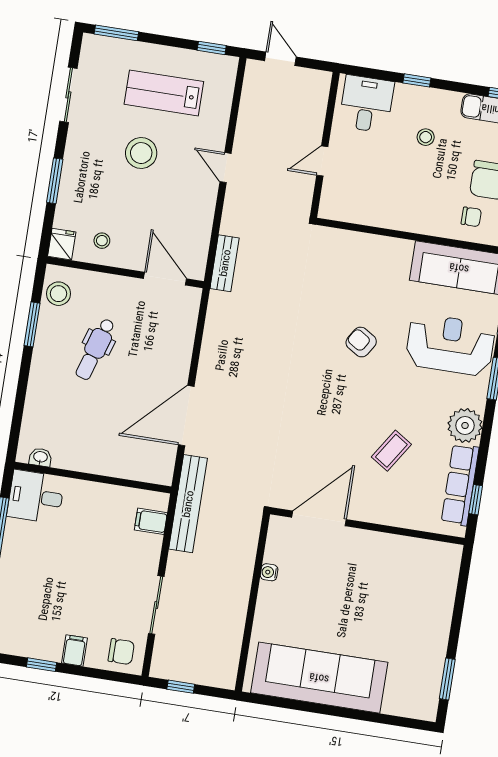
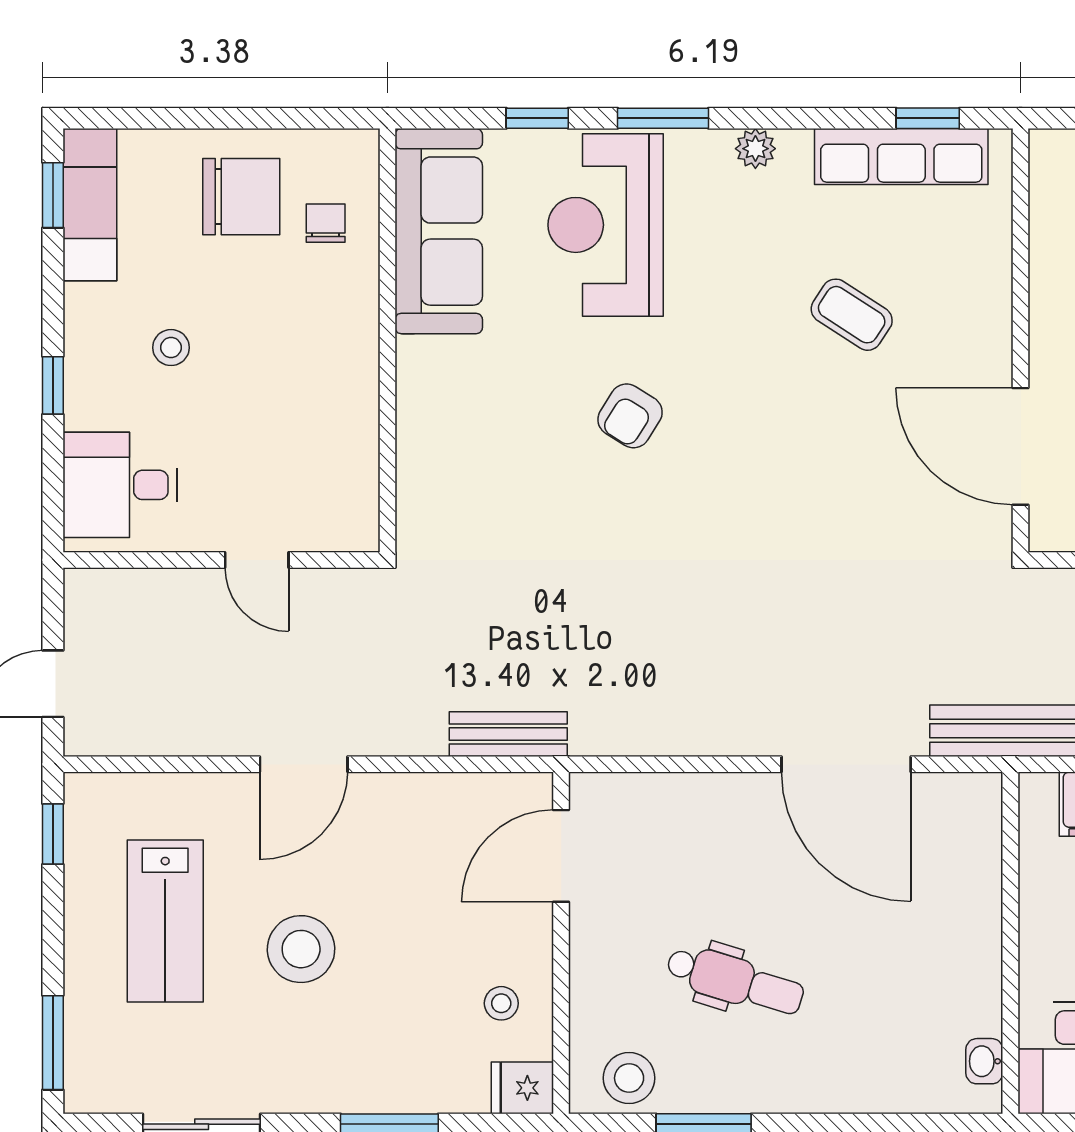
door: (226, 168) -> (304, 764), width x1.38
plant: (465, 425) -> (755, 149), width x0.53, depth x0.53

